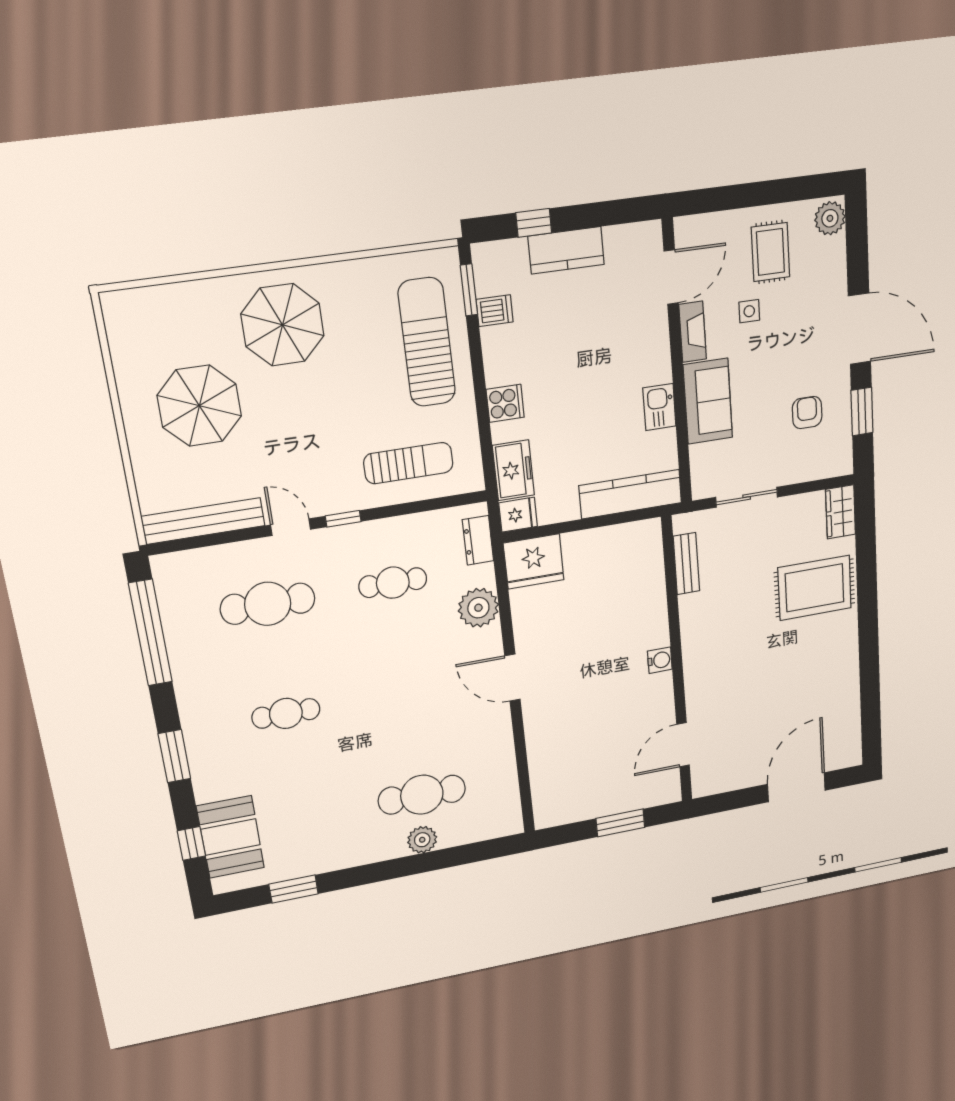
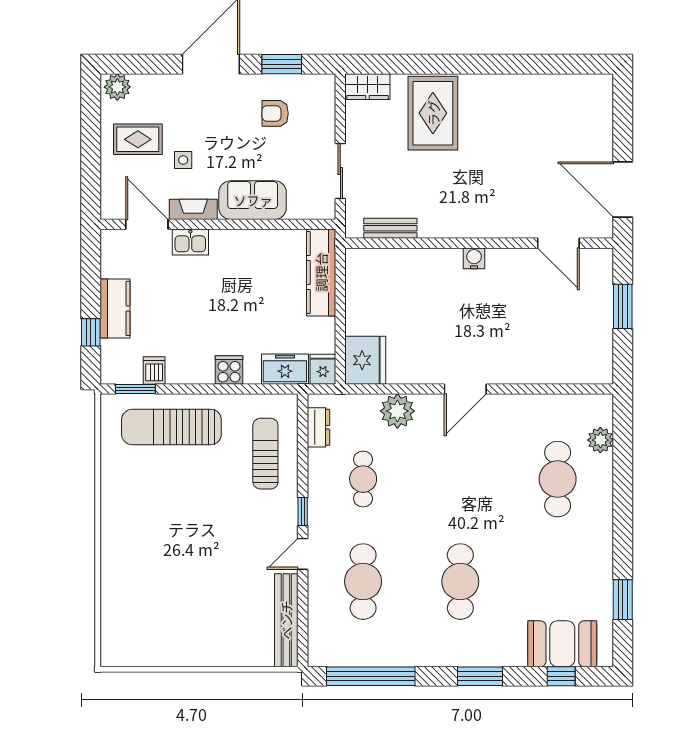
parasol: (283, 325) -> (143, 536), removed
parasol: (199, 406) -> (195, 608), removed
kitchen sink: (659, 407) -> (190, 242), moved
dresser: (478, 540) -> (318, 427), moved, turned -90
cafe table: (286, 713) -> (460, 582), width x1.37, depth x1.35
door: (796, 787) -> (623, 189), moved
plant: (422, 840) -> (600, 440), moved

